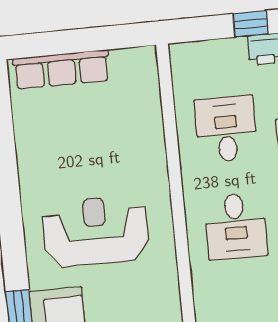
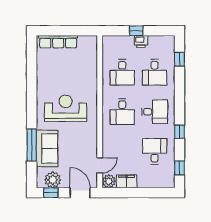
desk: (226, 129) -> (122, 72), turned 180

